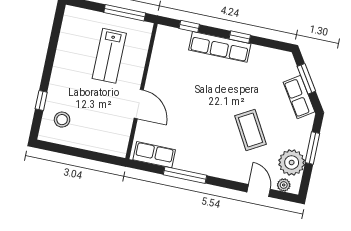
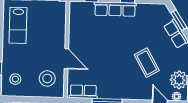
lab bench: (109, 56) -> (18, 25), moved
stool: (107, 127) -> (47, 78), added

